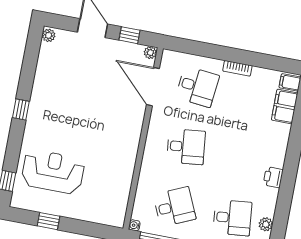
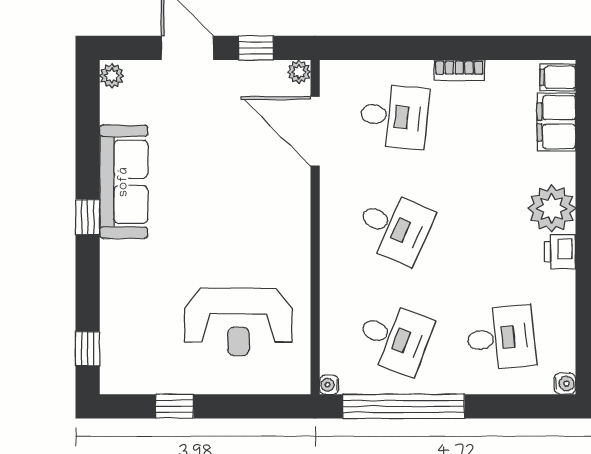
sofa: (44, 94) -> (124, 182), added
desk: (186, 147) -> (394, 227), turned 30
reception desk: (53, 172) -> (238, 322), moved, turned 180
desk: (174, 207) -> (394, 338), turned 45
plant: (266, 224) -> (552, 208), moved, width x1.87, depth x1.87

